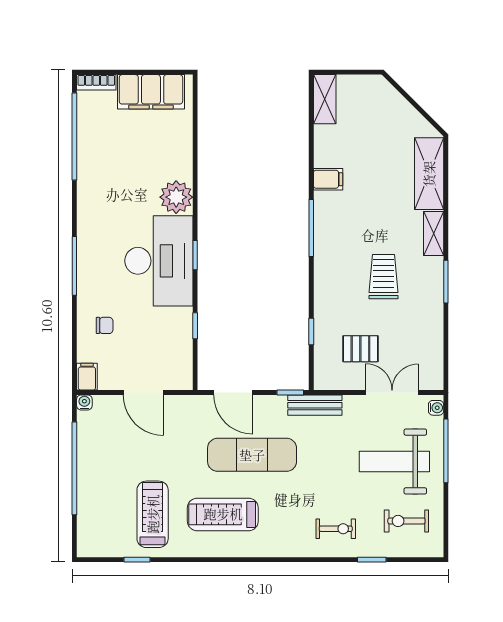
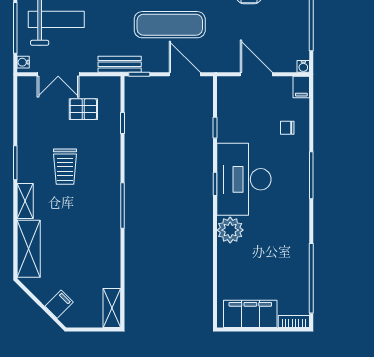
filing cabinet: (328, 179) -> (59, 304), moved, turned 135

